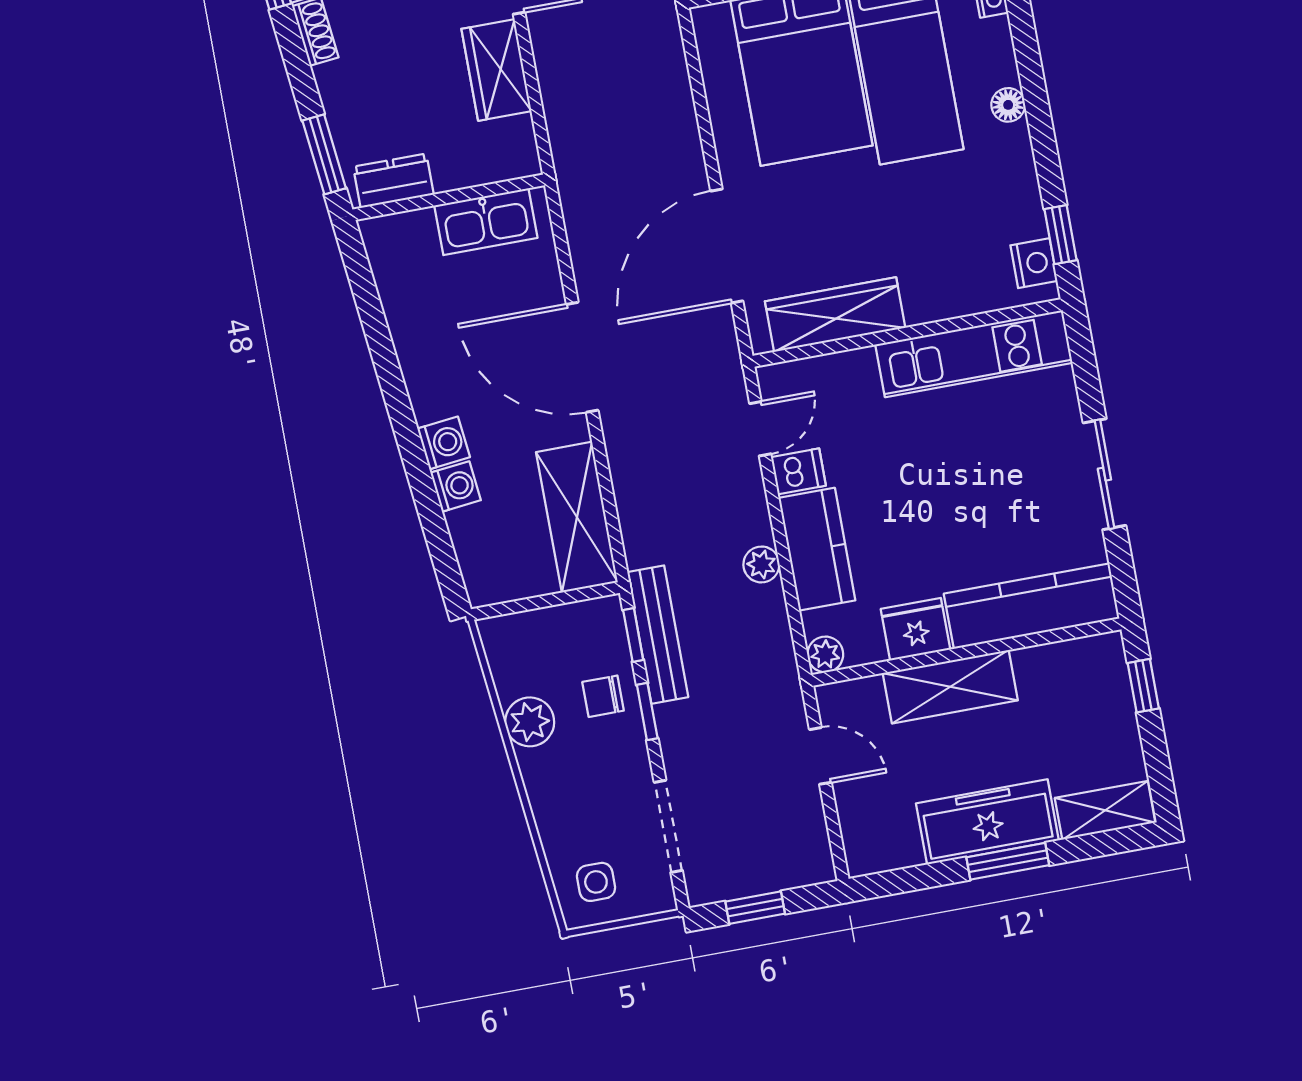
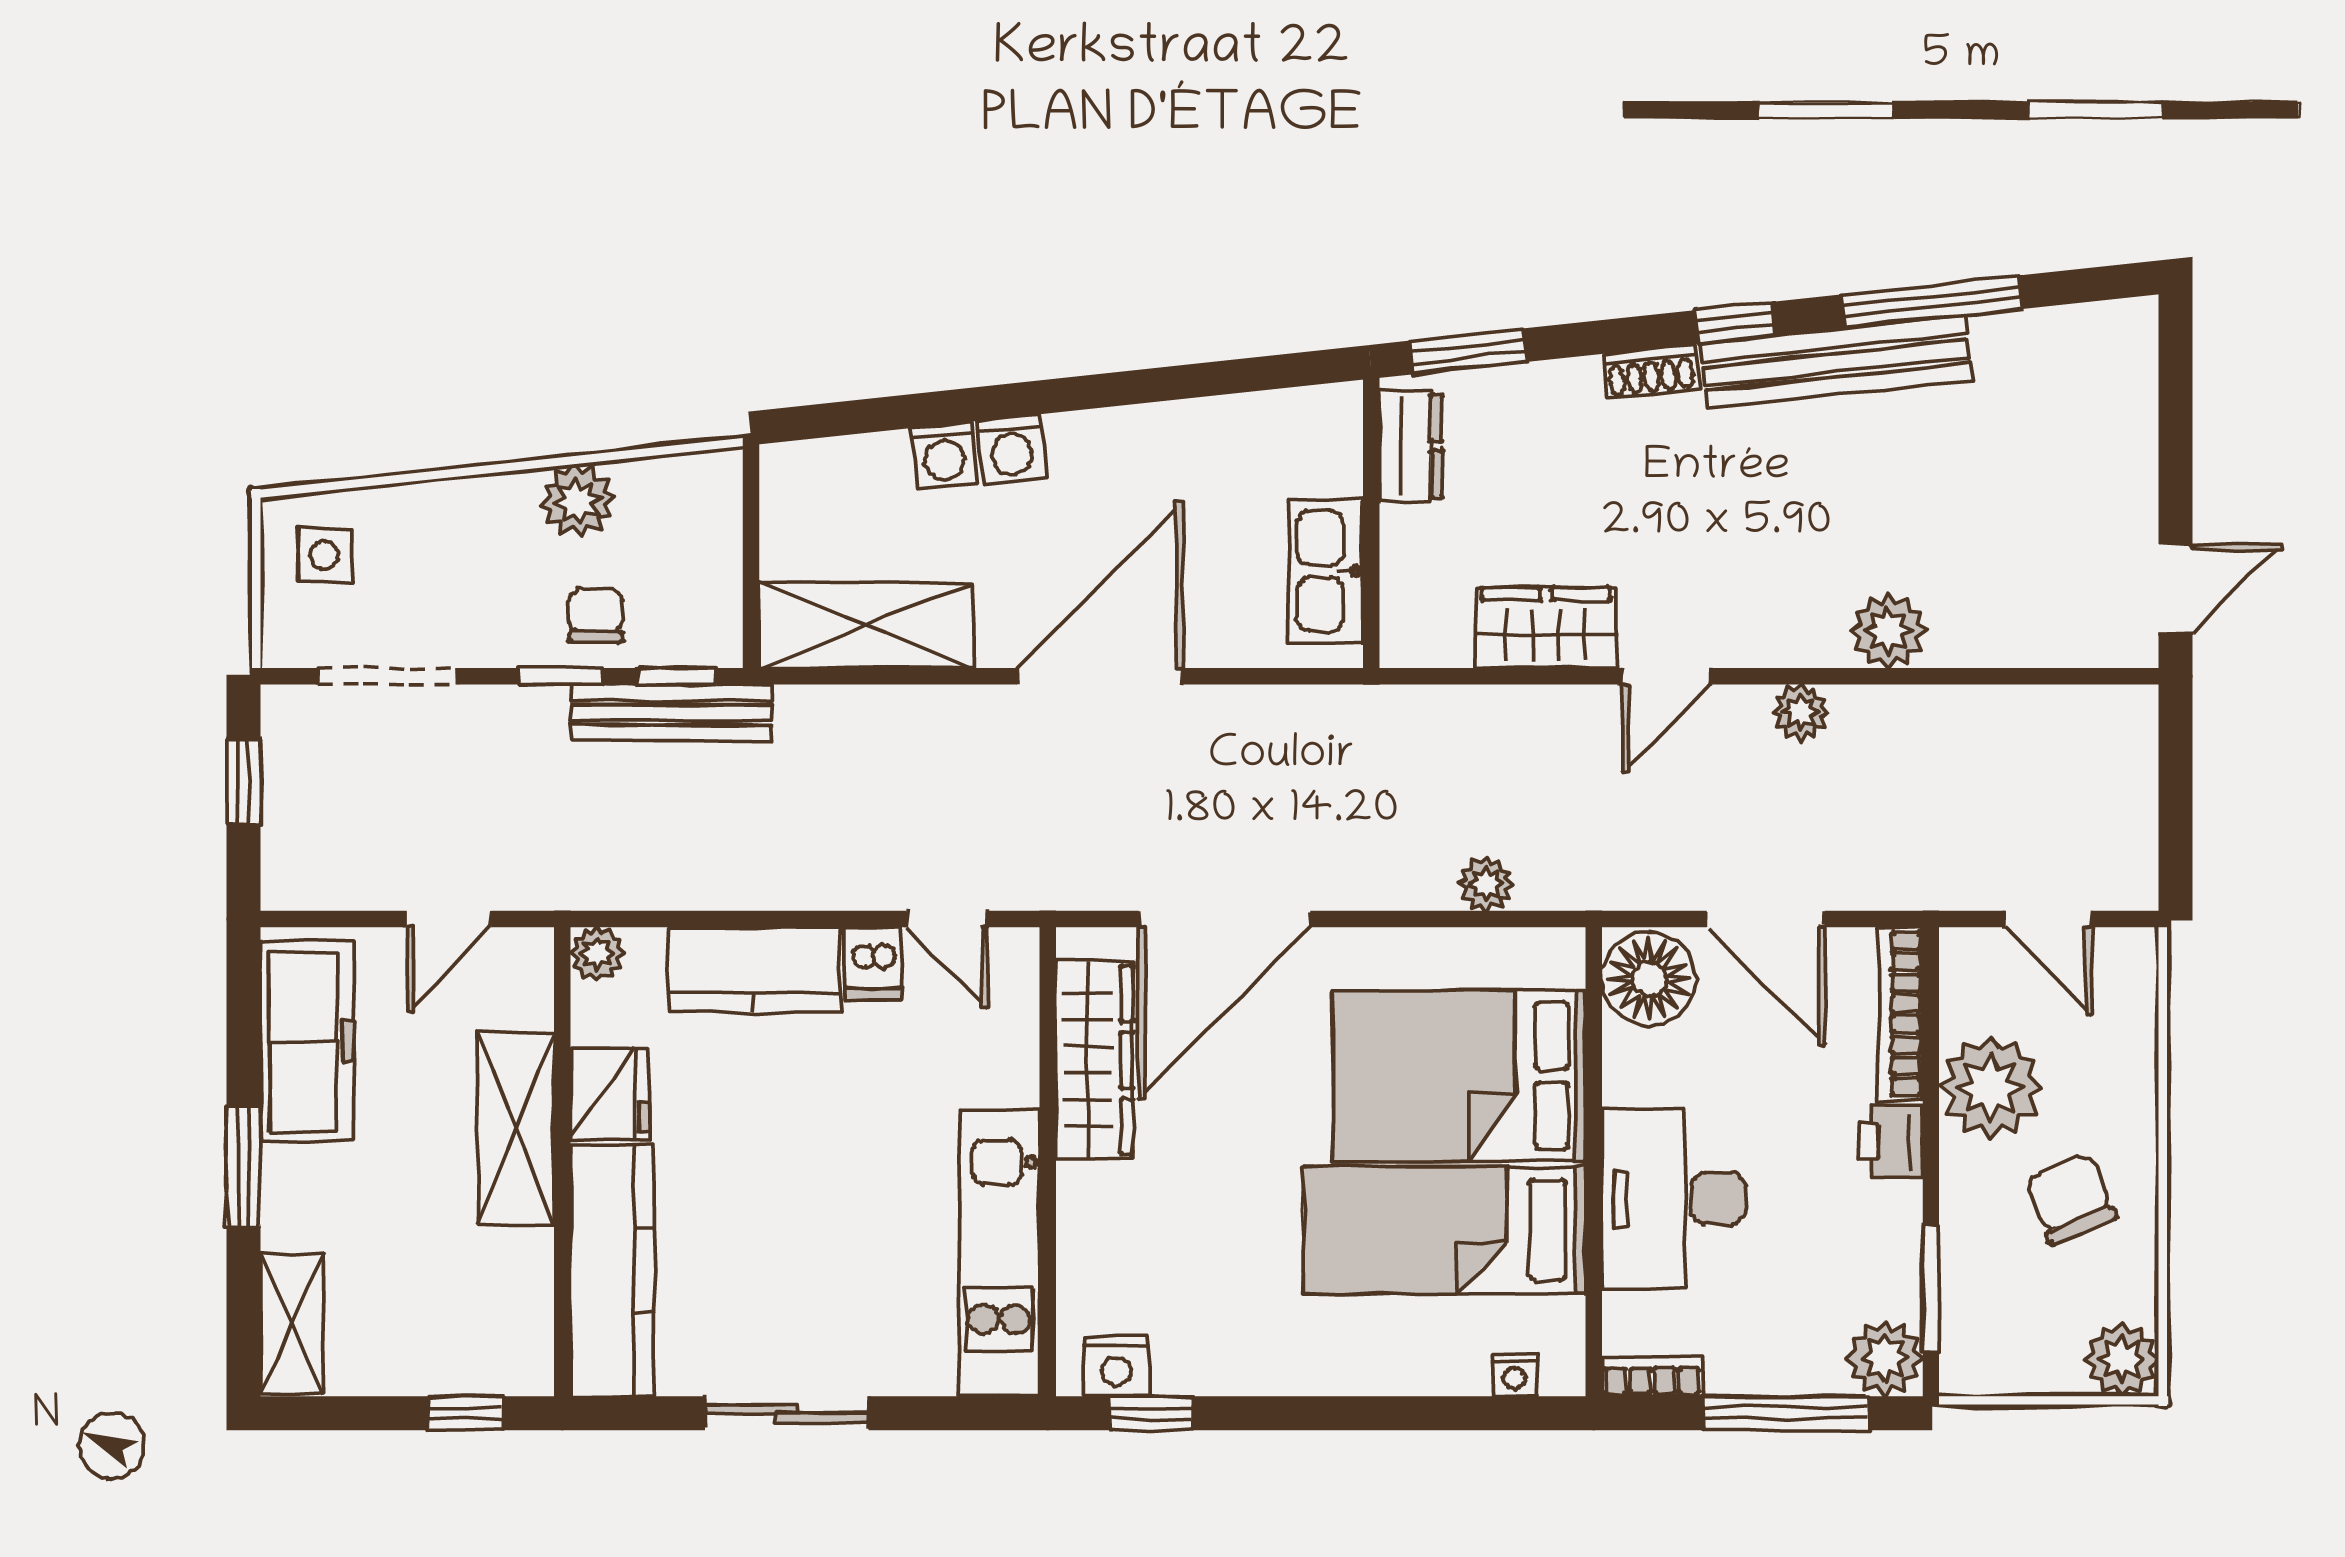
floor lamp: (1008, 105) -> (1356, 1371), removed
door: (727, 246) -> (1225, 919), swing flipped
plant: (761, 564) -> (1486, 884), moved
freezer: (987, 822) -> (307, 1041), moved

